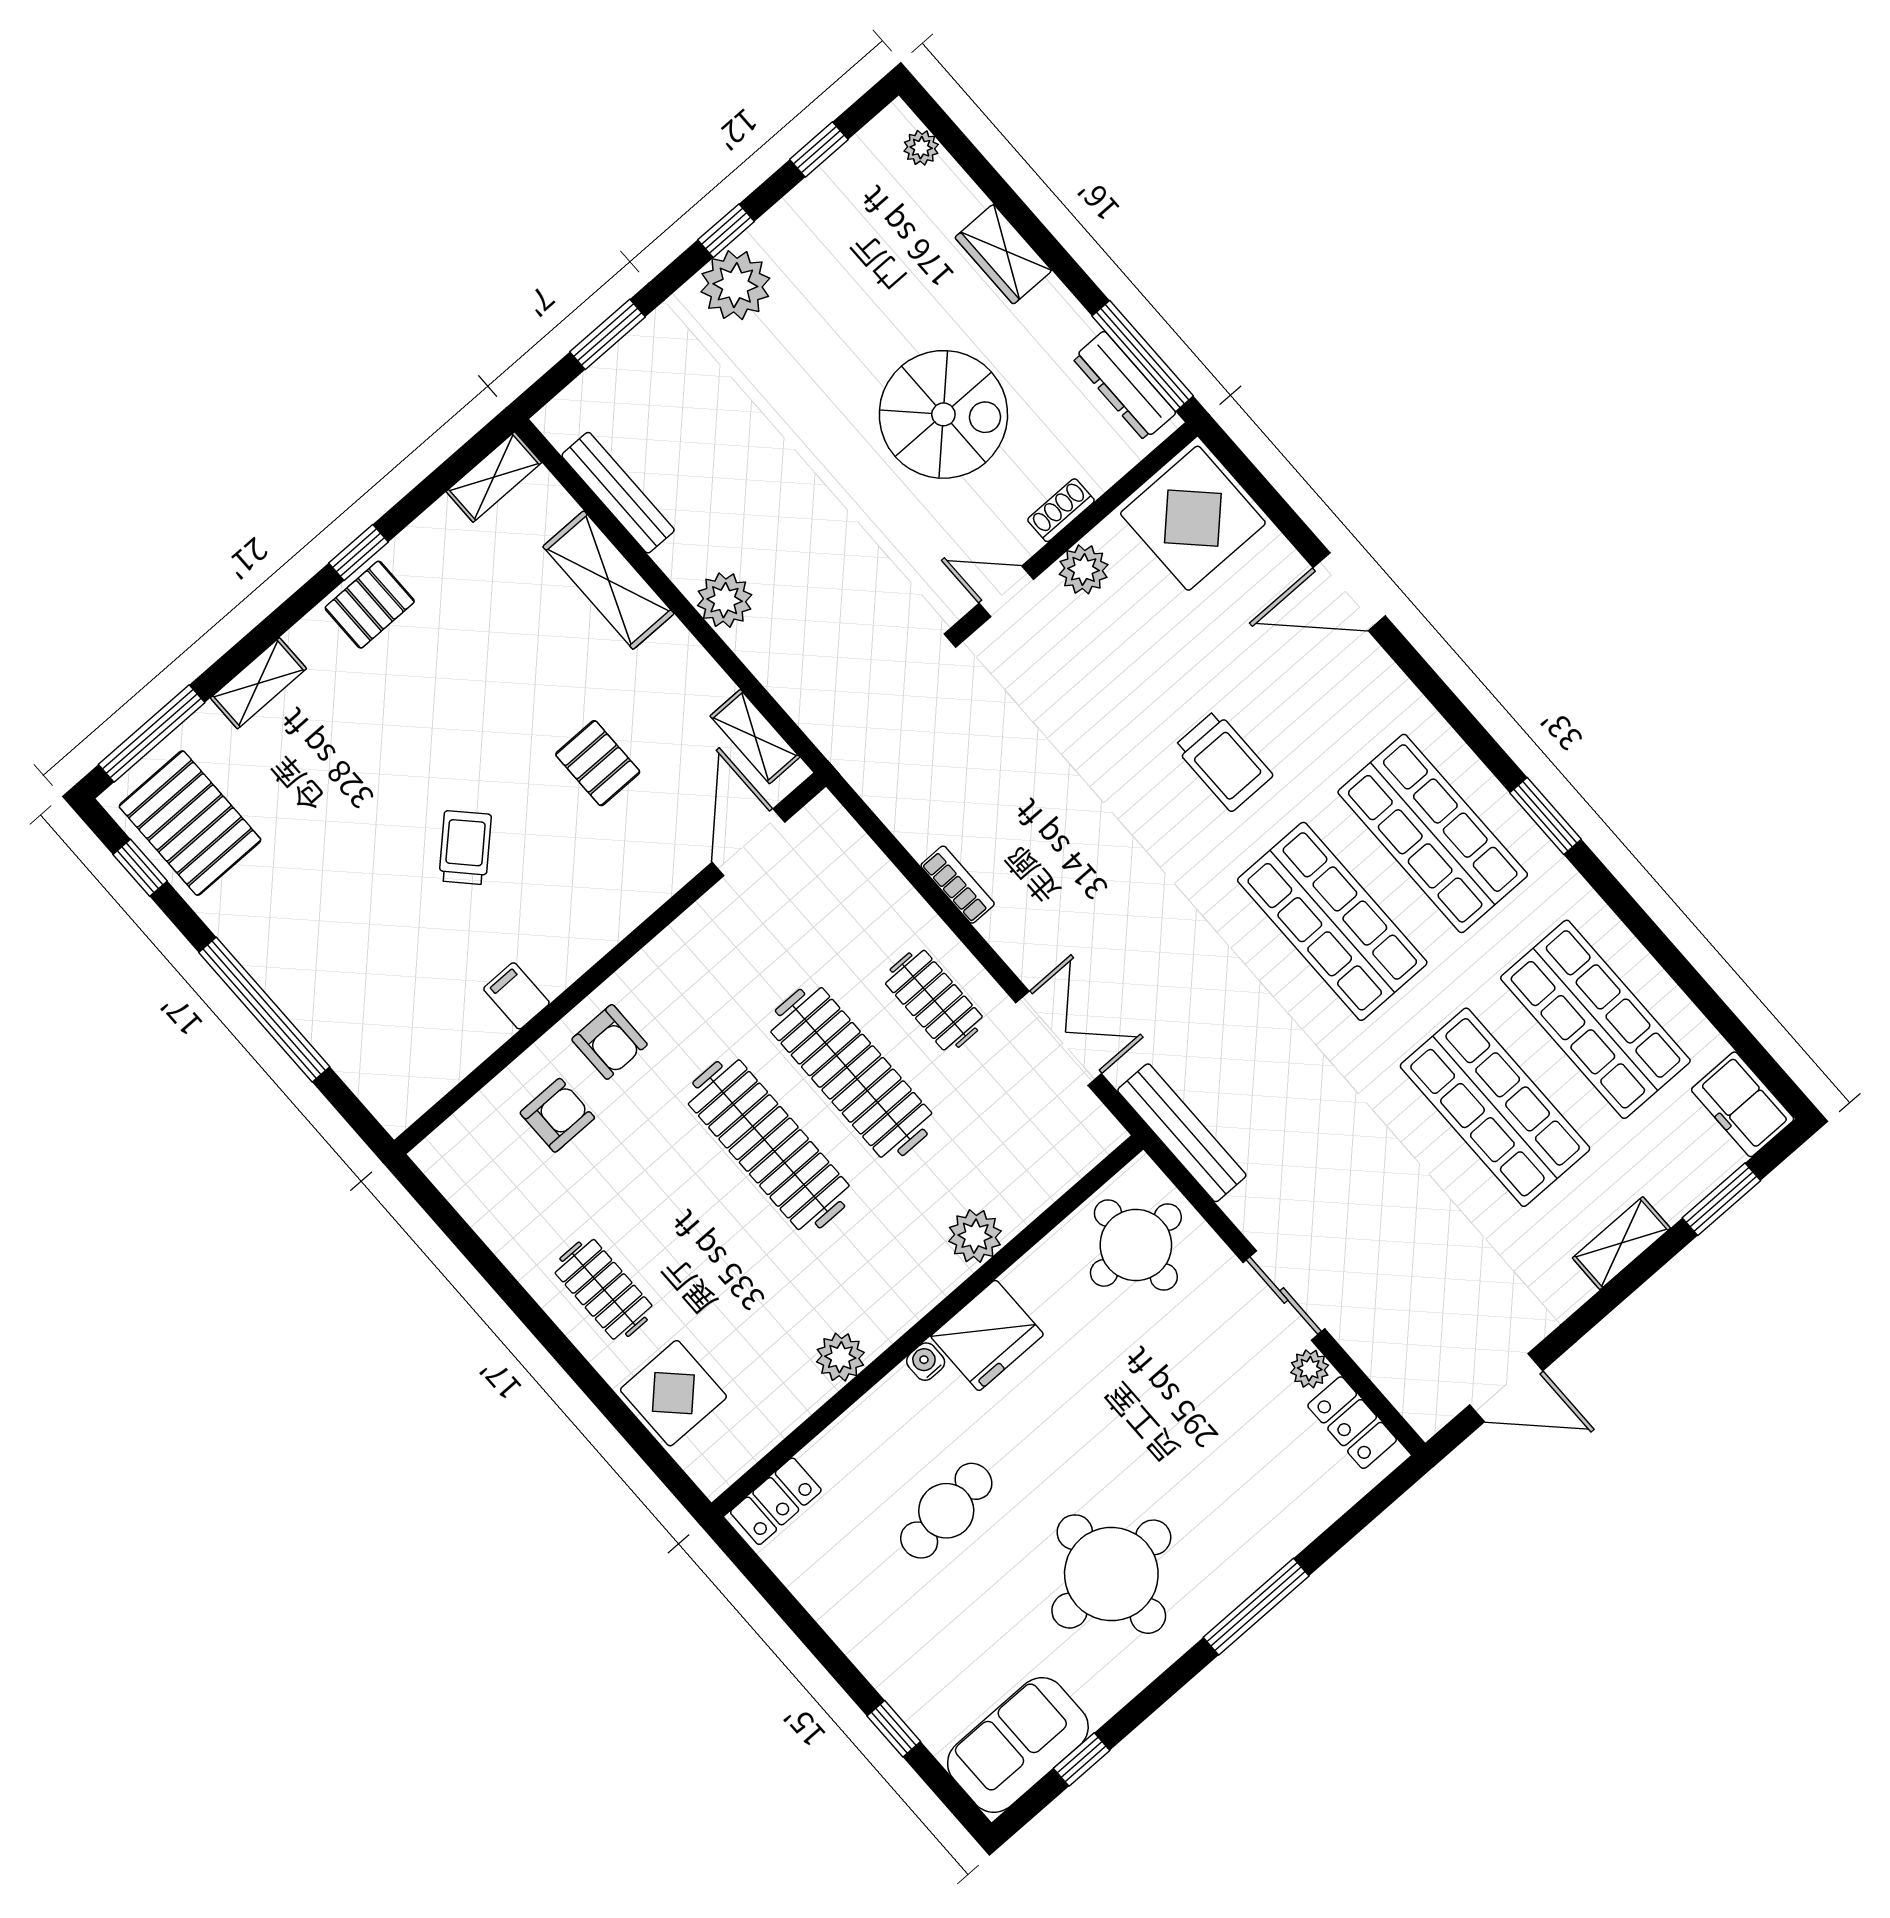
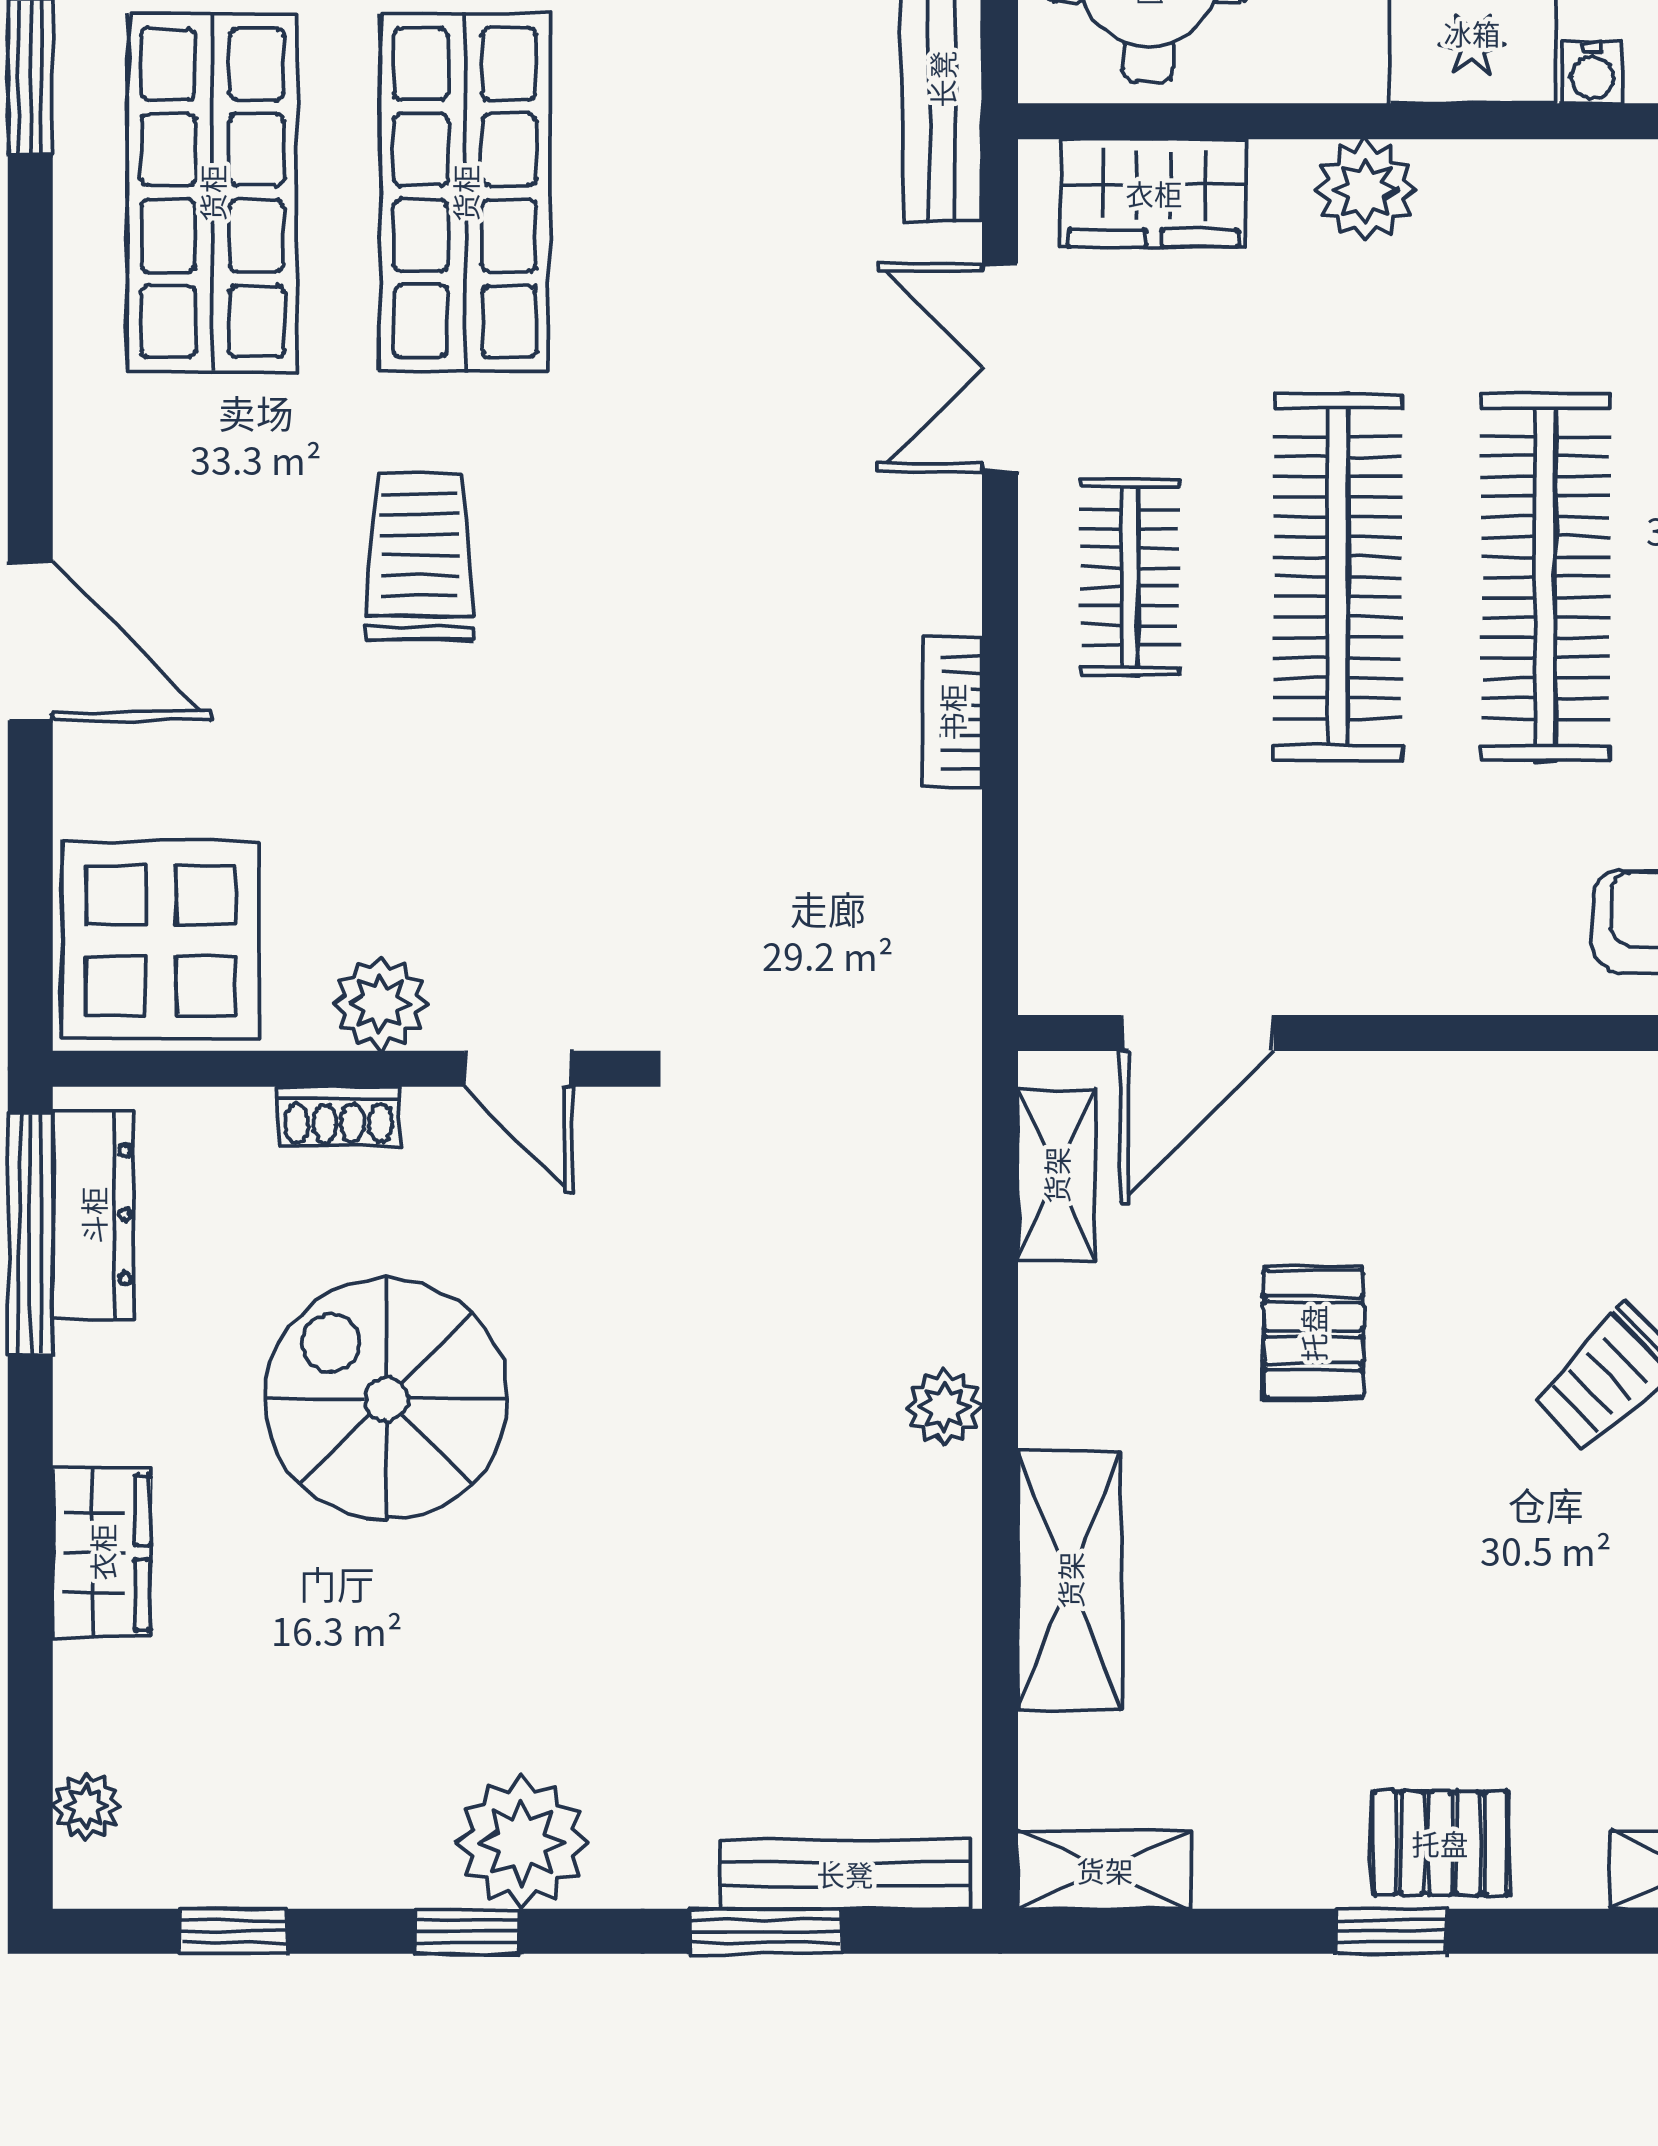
bench: (618, 493) -> (845, 1874), moved, turned 90
plant: (725, 600) -> (944, 1407), width x0.73, depth x0.73
wardrobe: (1058, 1161) -> (1154, 193), added

